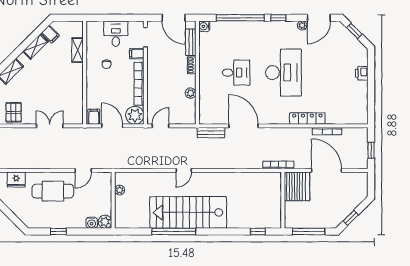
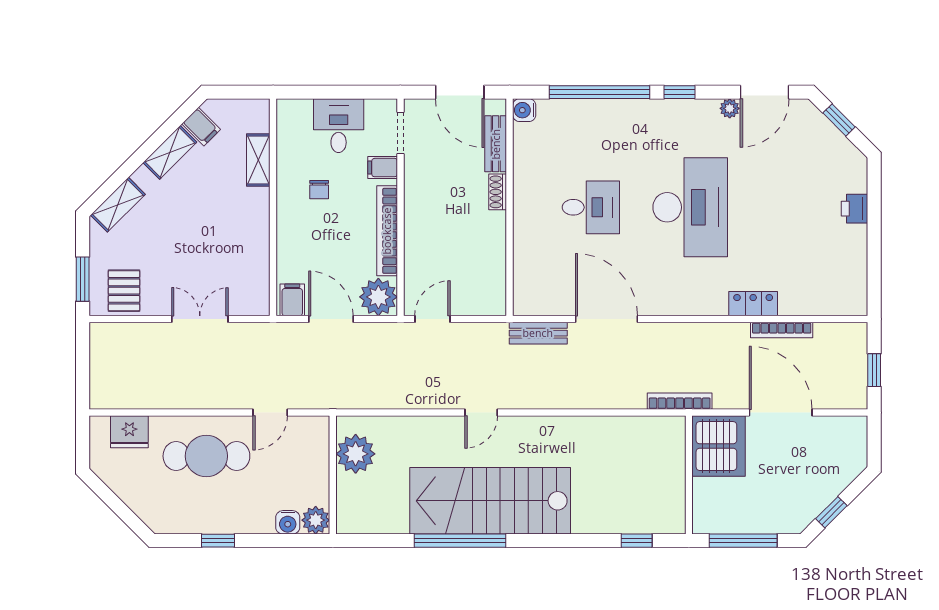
plant: (191, 93) -> (495, 250), removed
locker: (307, 119) -> (753, 304), width x0.66
plant: (120, 190) -> (356, 454), width x1.87, depth x1.87

